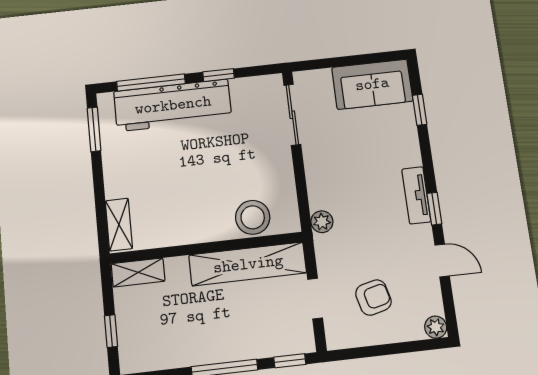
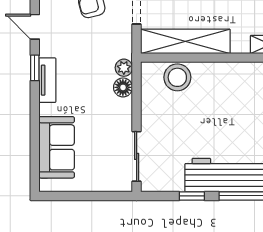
sofa: (372, 84) -> (57, 147), moved, turned 90
window: (420, 110) -> (35, 149), removed
floor lamp: (320, 197) -> (123, 87), added

